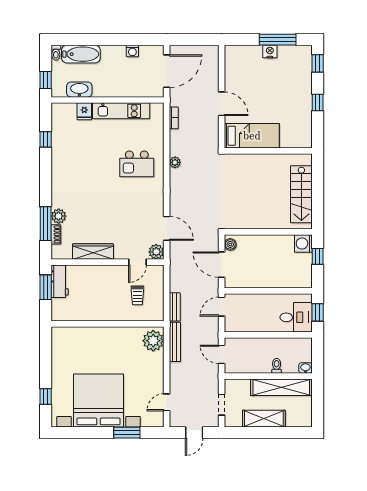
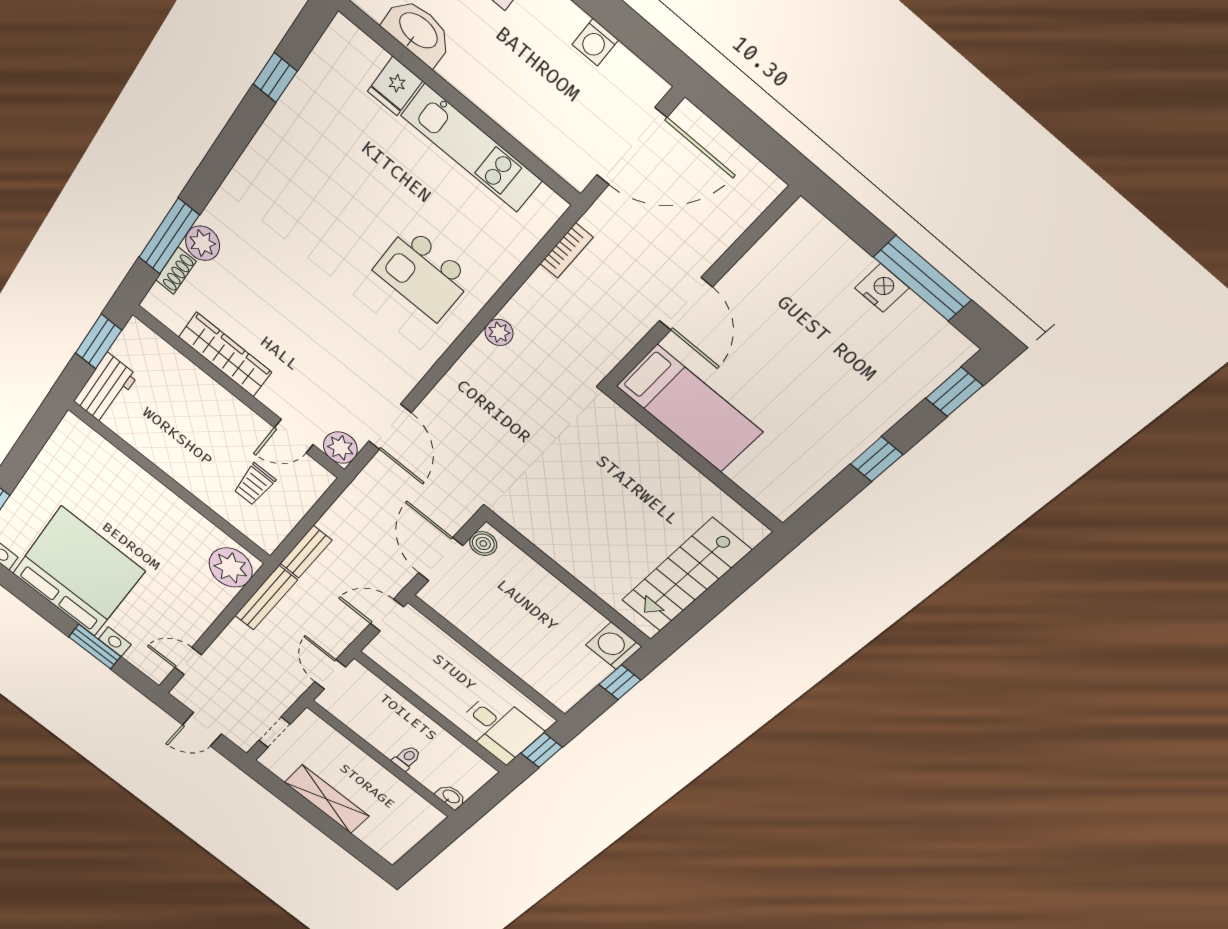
workbench: (60, 281) -> (105, 389), moved
shelving: (281, 387) -> (389, 788), removed

